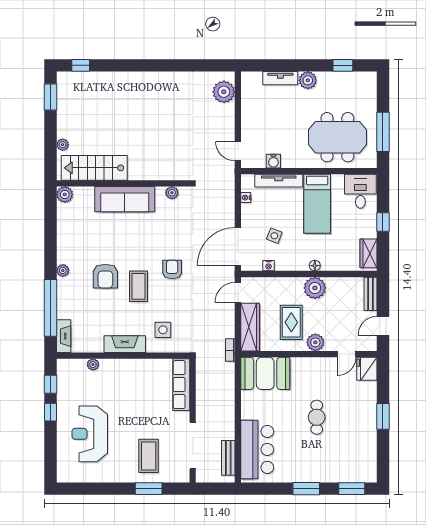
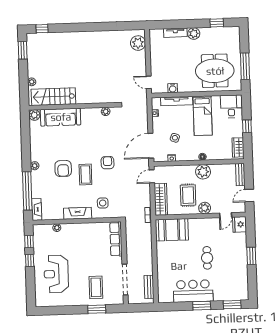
sofa: (125, 199) -> (61, 117), moved
bar counter: (257, 449) -> (193, 291), moved, turned -90

